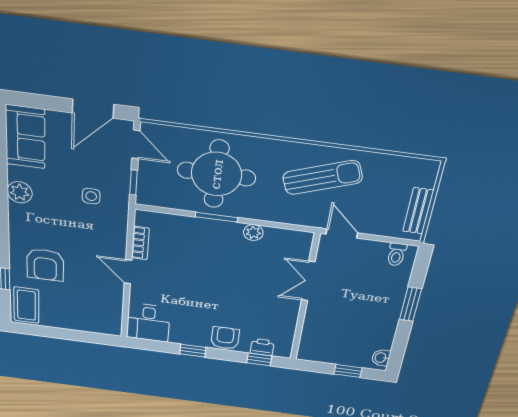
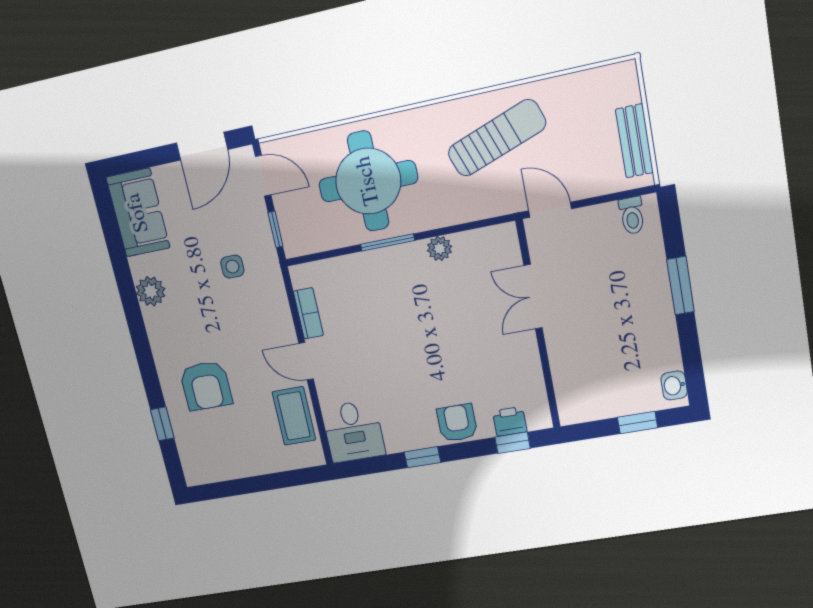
coffee table: (26, 305) -> (294, 416), moved

